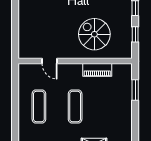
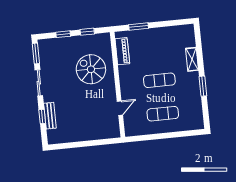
spiral stairs: (94, 34) -> (91, 69), turned 90
piano: (97, 70) -> (122, 51), moved

